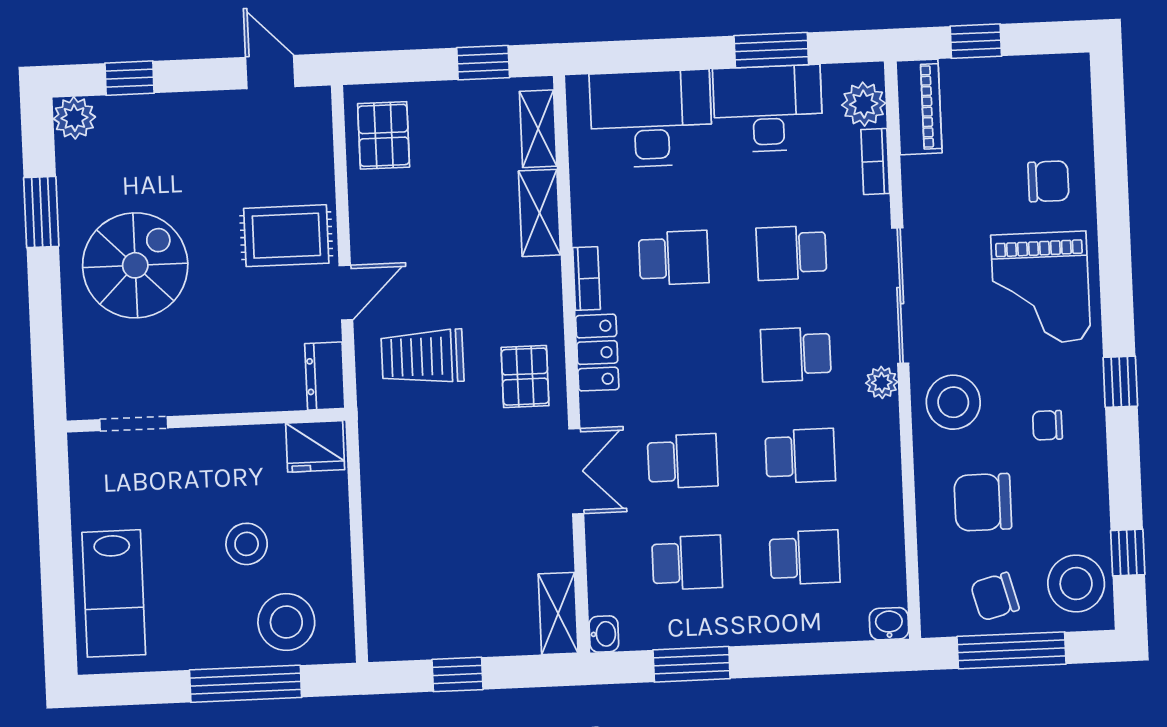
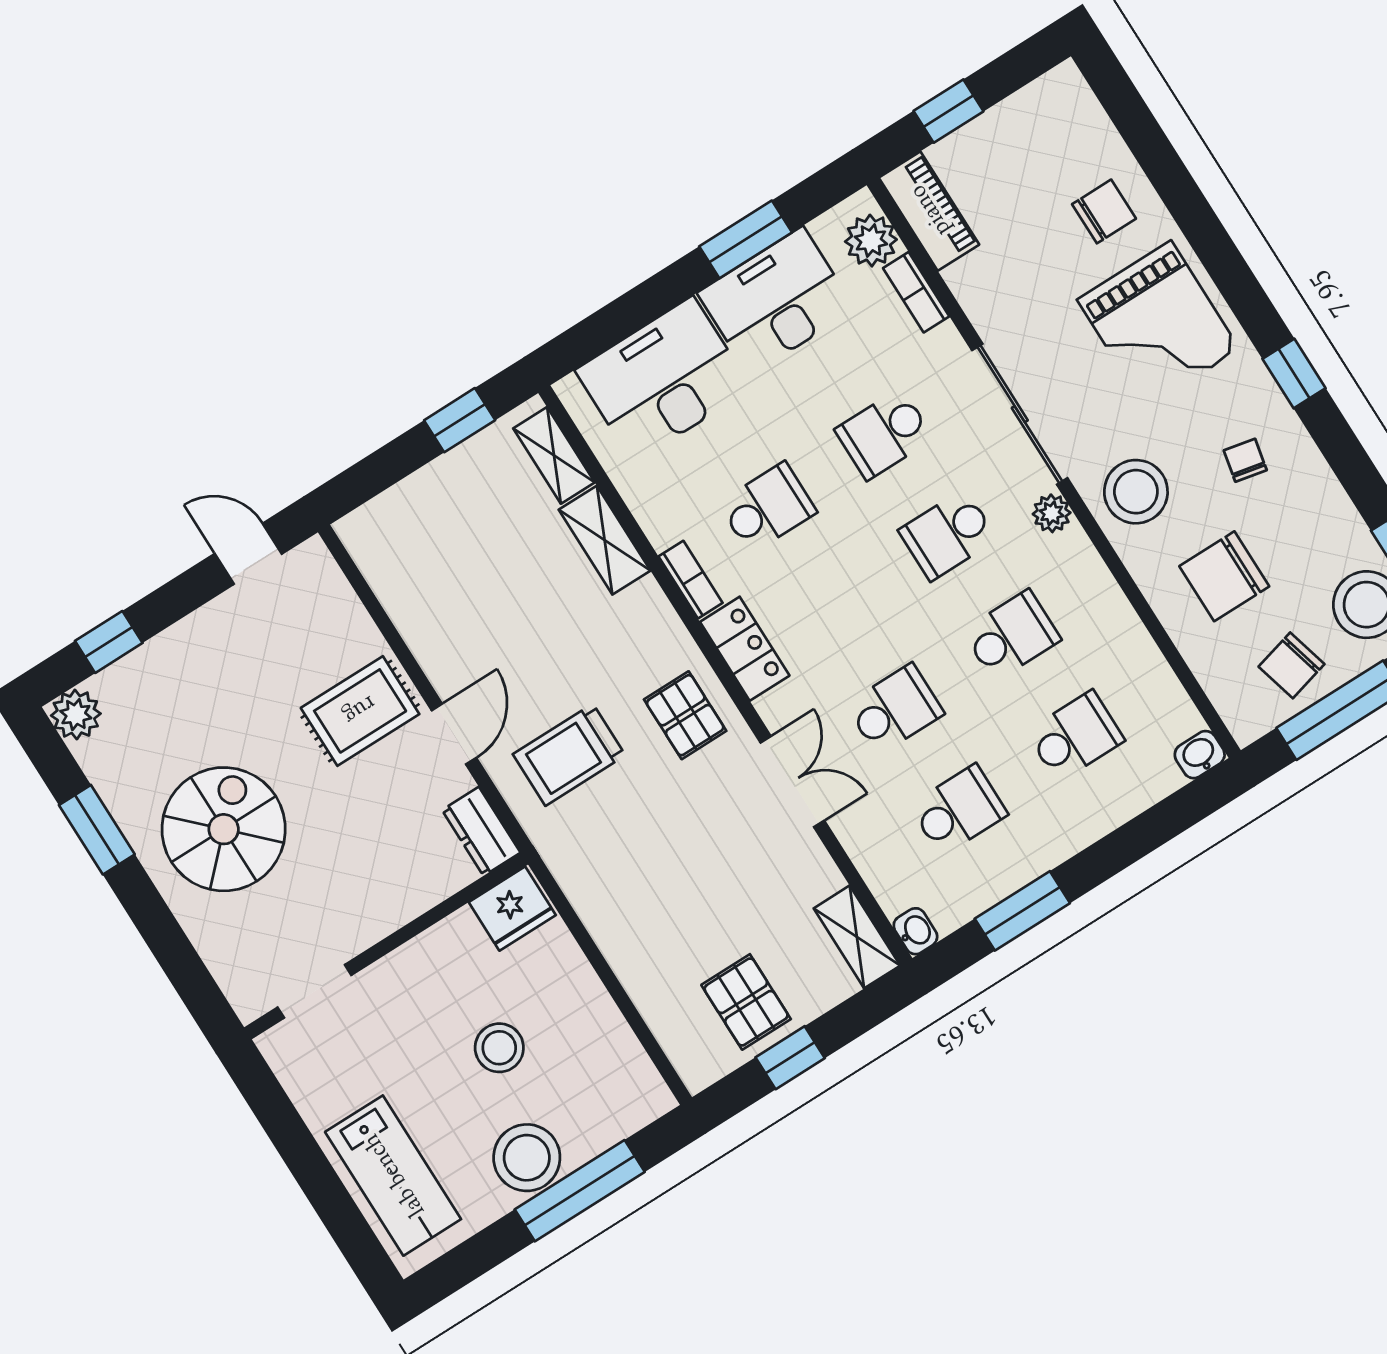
pallet: (384, 135) -> (746, 1002), moved
chair: (1047, 425) -> (1245, 460), turned 102
stool: (286, 622) -> (527, 1158), moved

